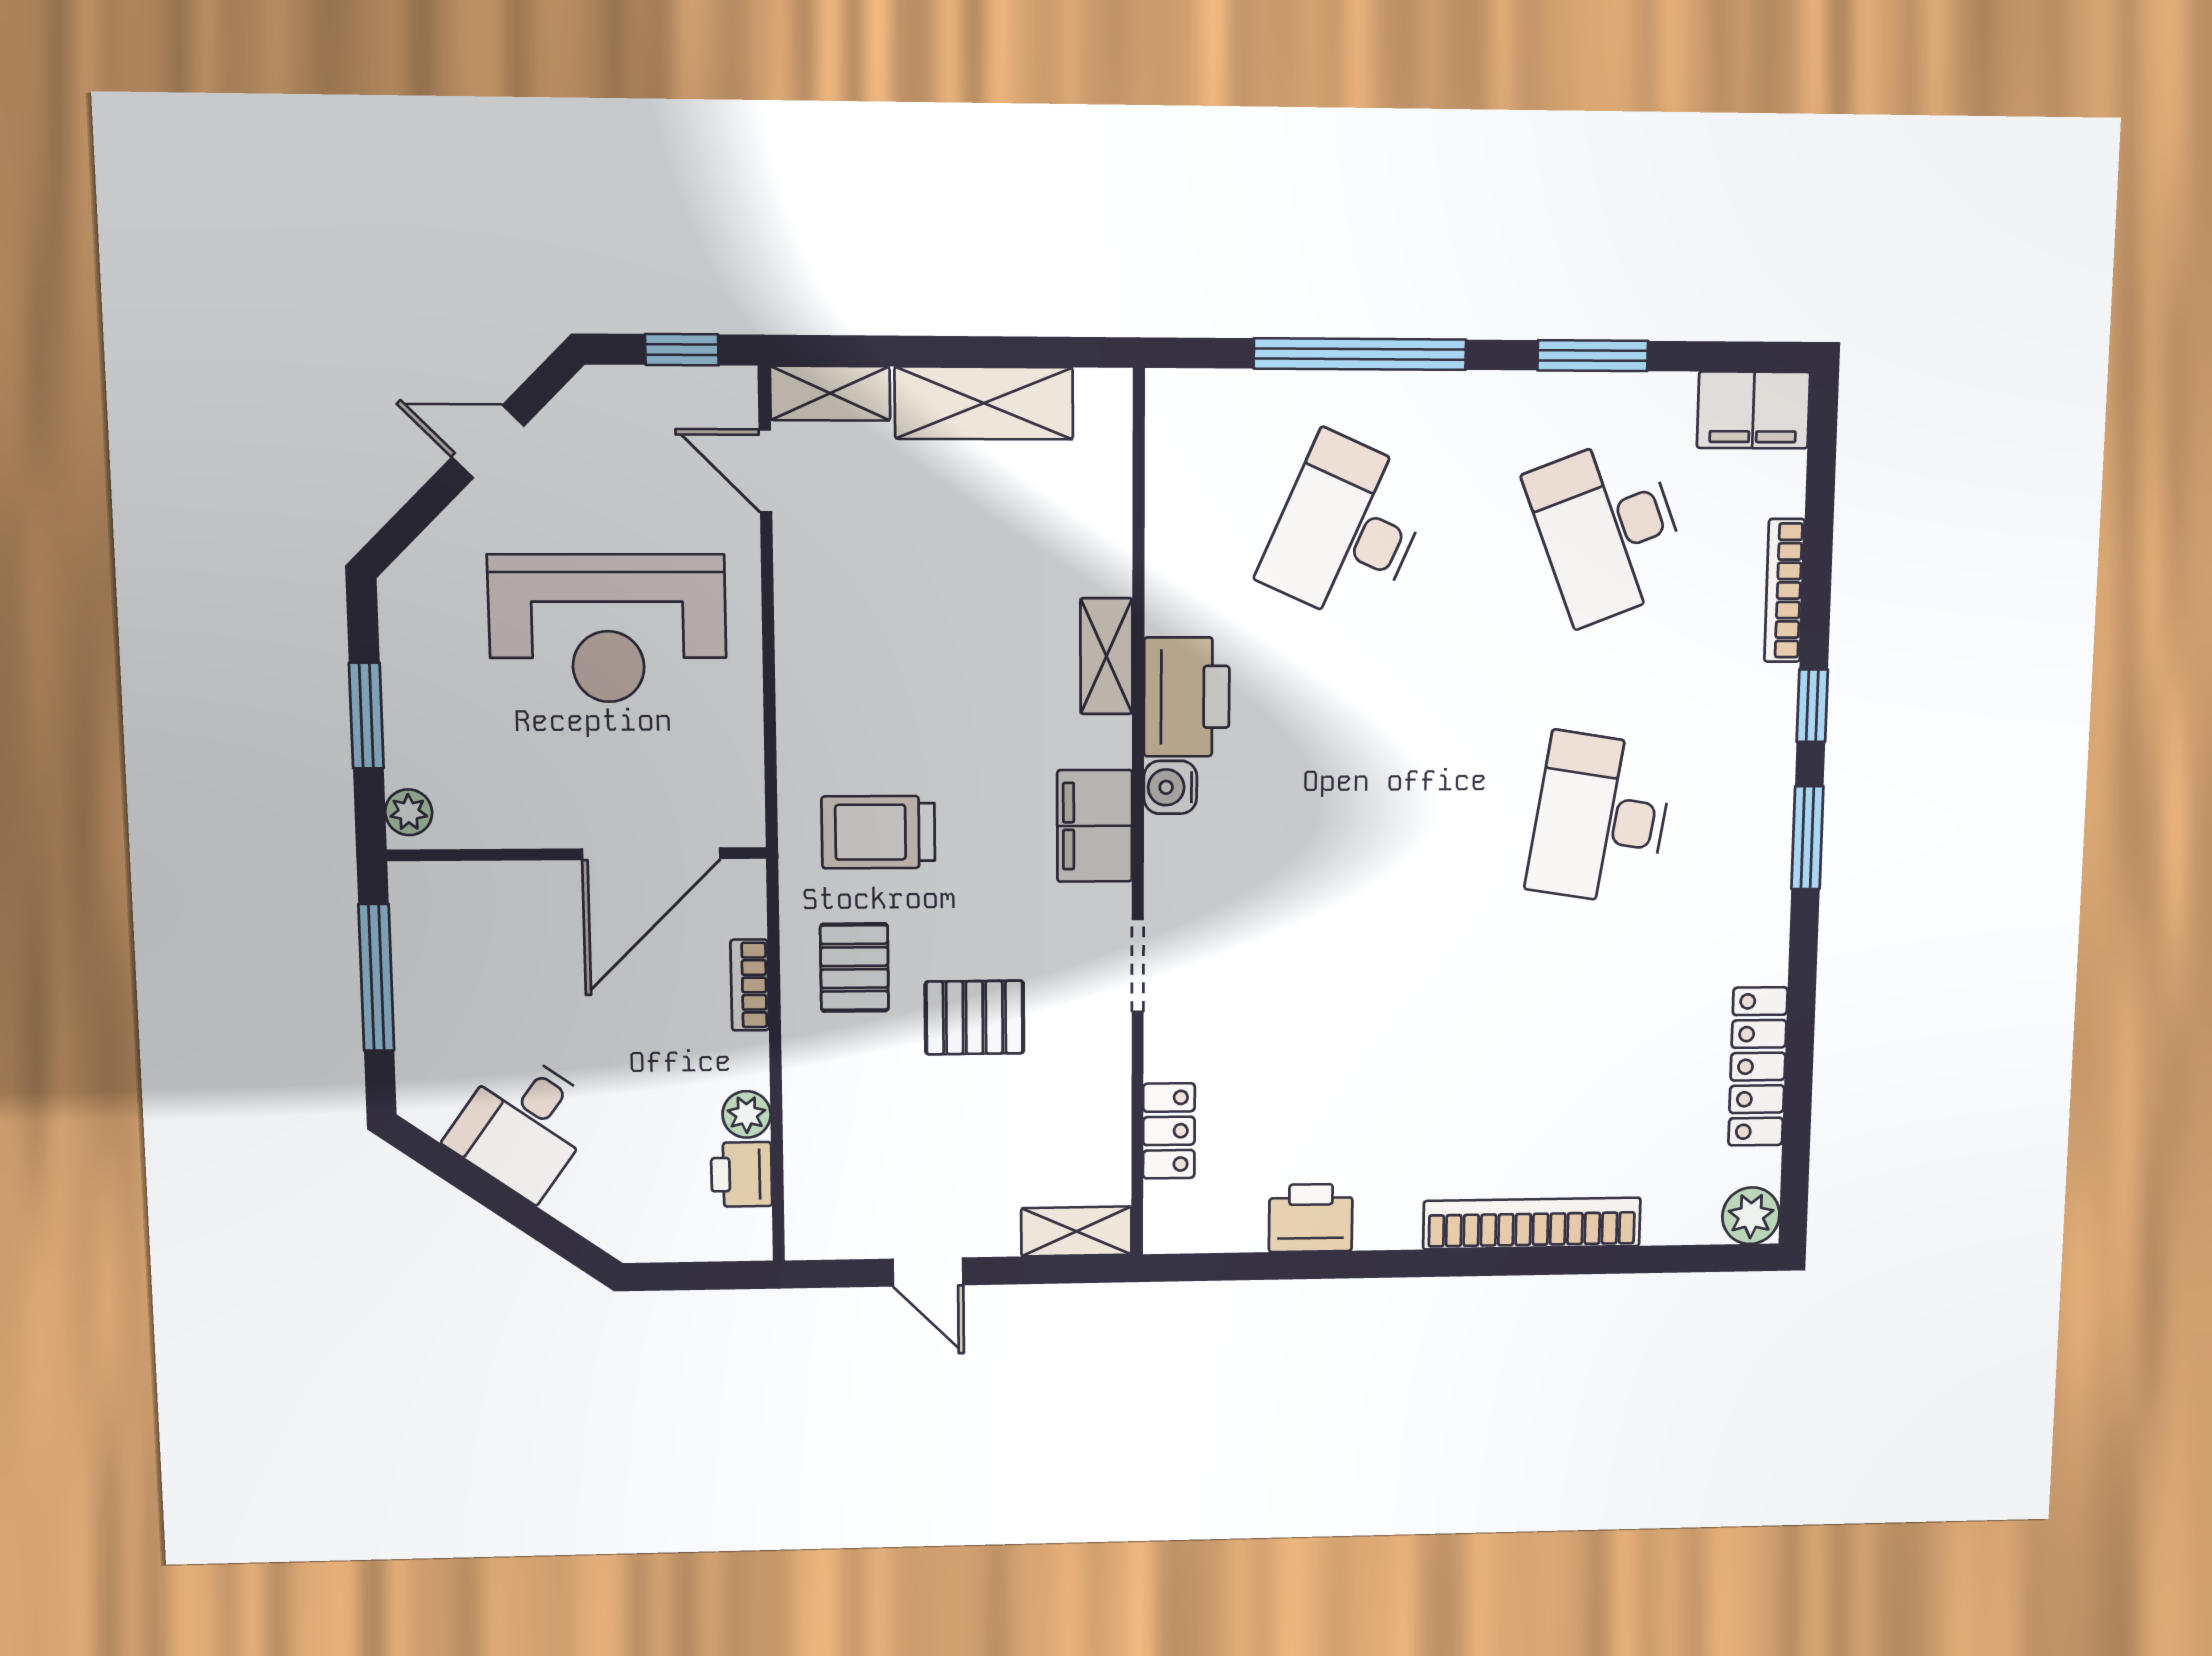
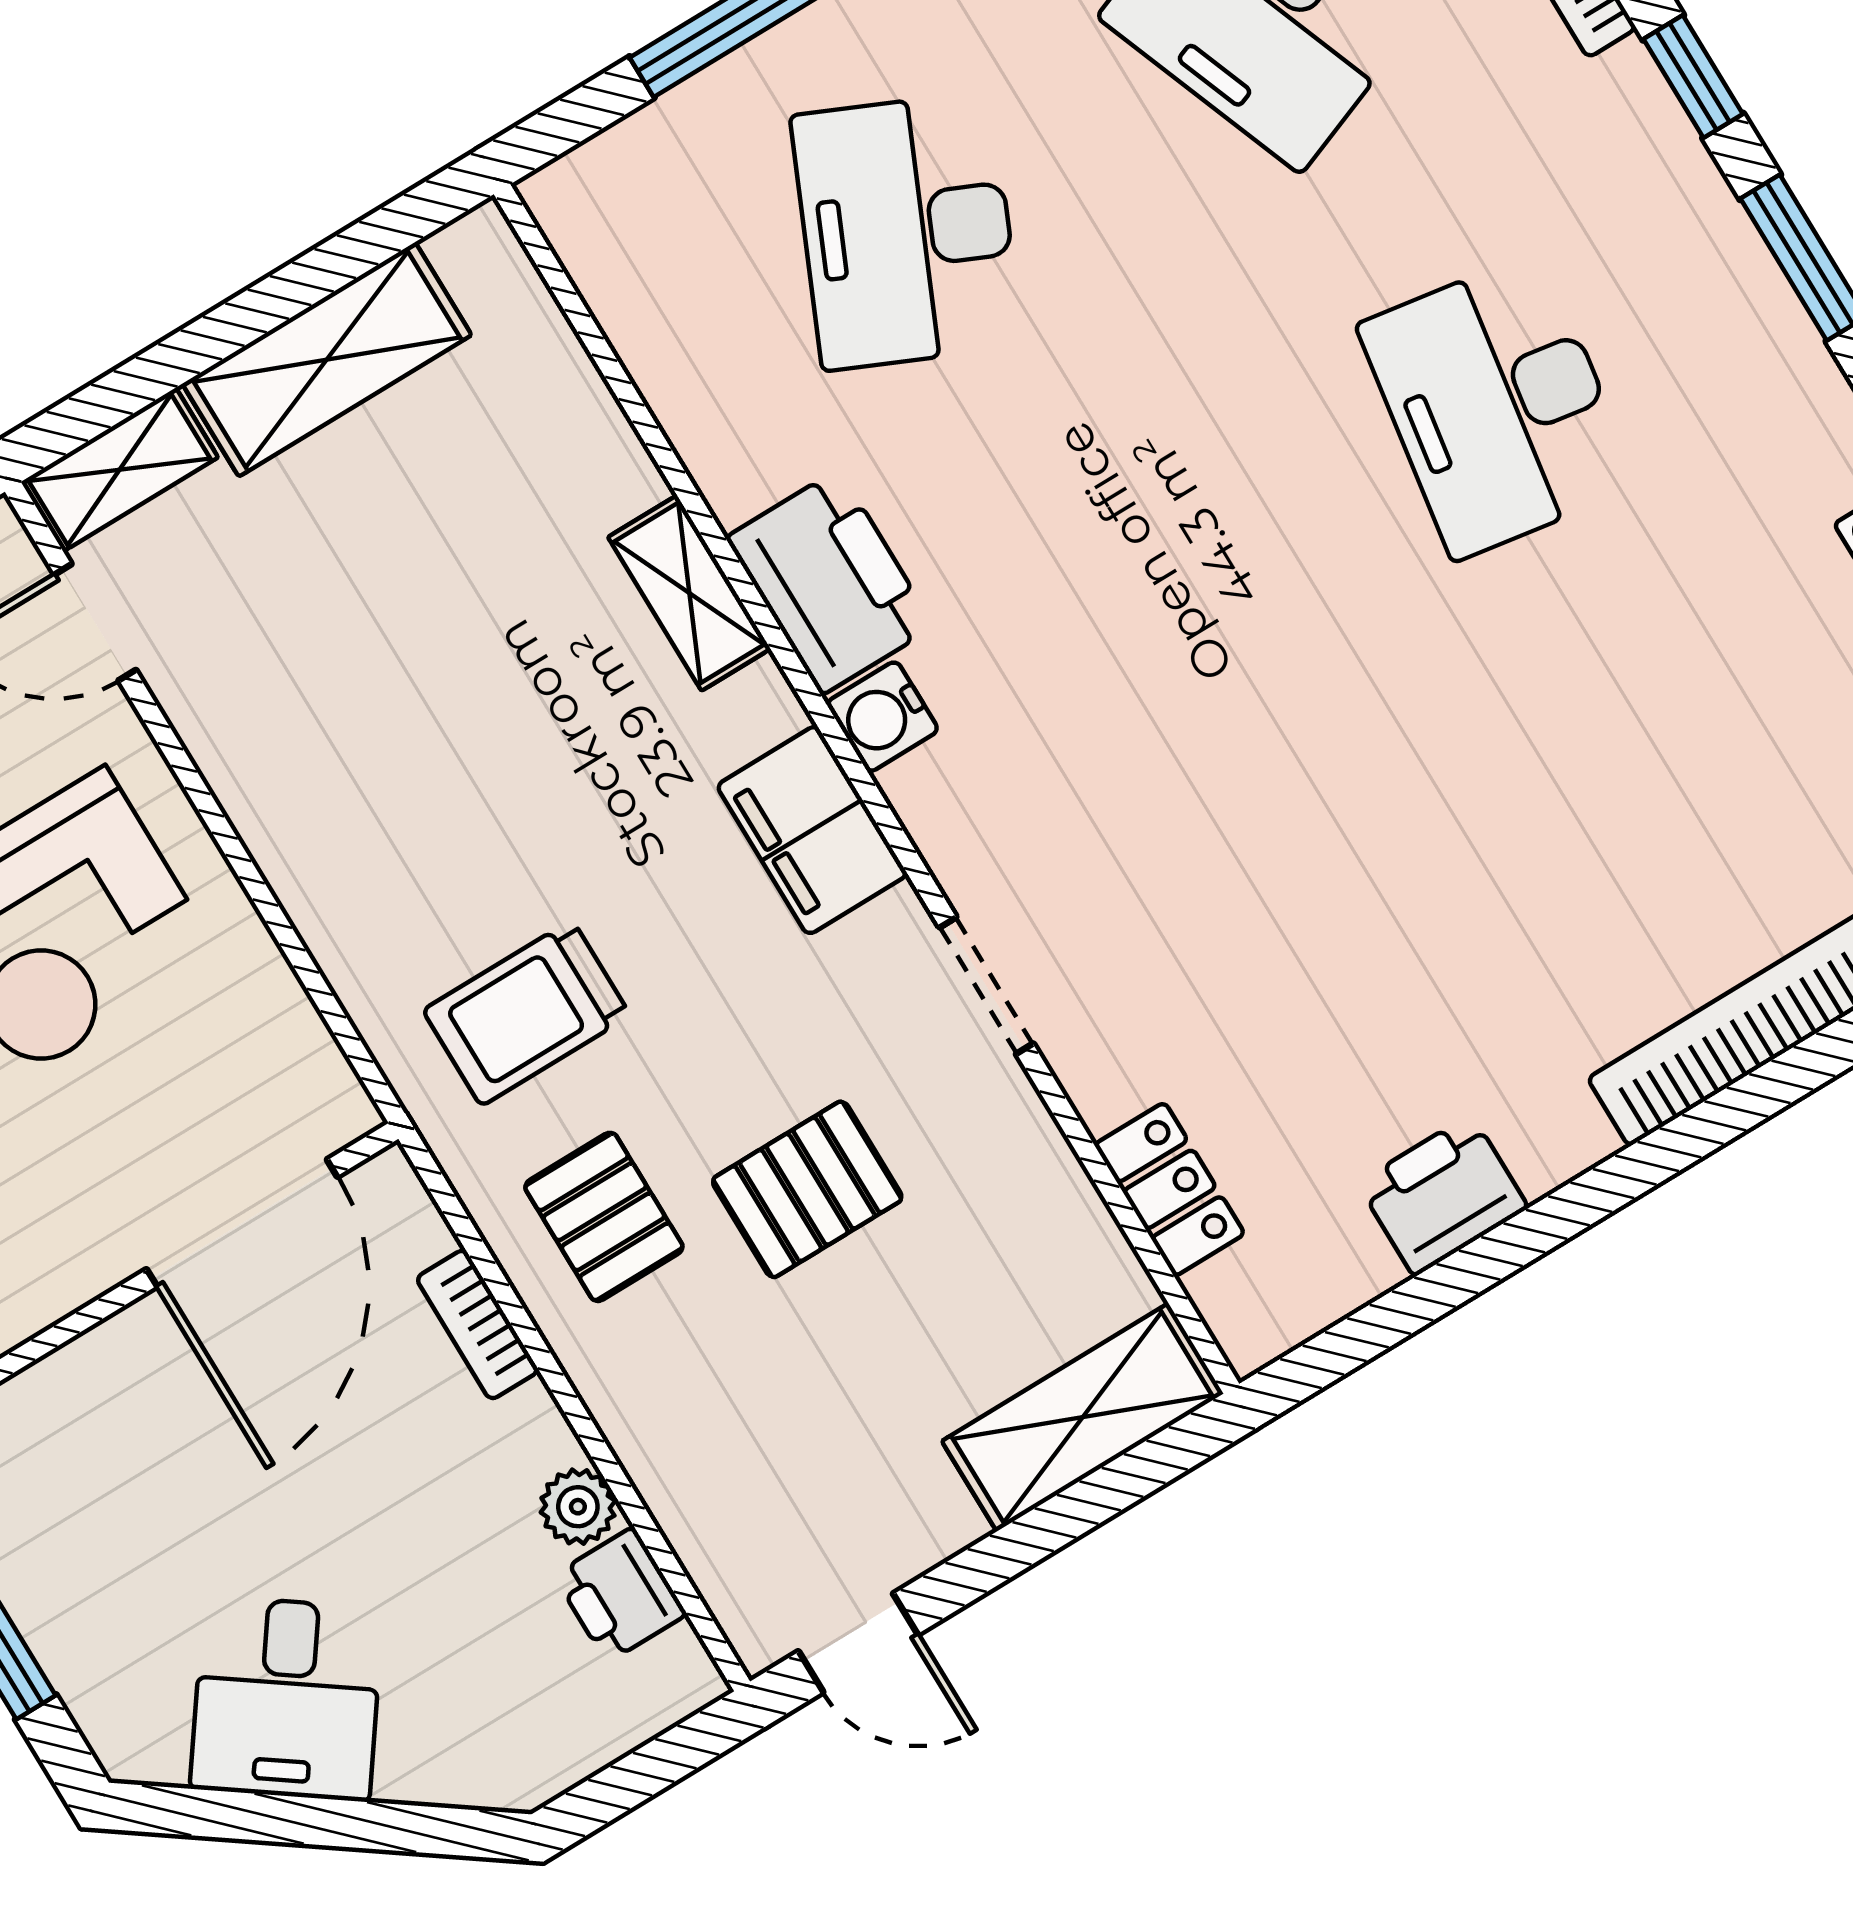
shelving: (1076, 1231) -> (1083, 1417), width x1.50, depth x1.33
door: (928, 1272) -> (858, 1643), moved

